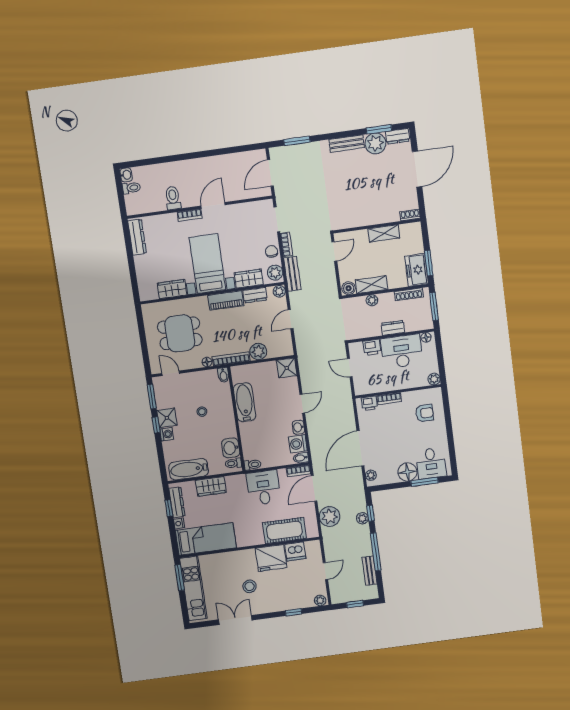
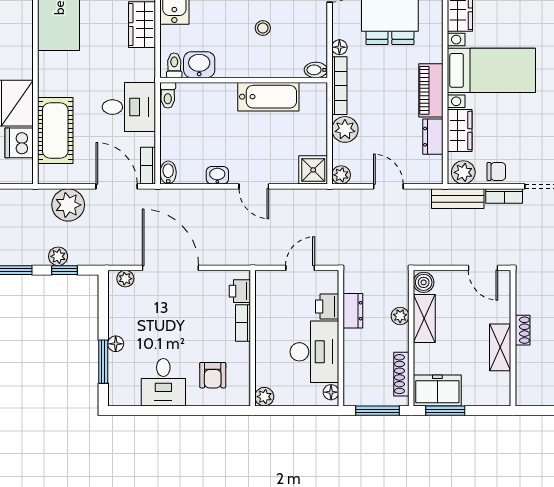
shoe rack: (410, 215) -> (523, 330), moved
plant: (279, 291) -> (341, 175), moved
dresser: (393, 328) -> (353, 311), moved
washing machine: (298, 444) -> (191, 171), removed
desk: (431, 463) -> (163, 382), moved, turned -90
floor lamp: (407, 472) -> (116, 344), width x0.53, depth x0.53

